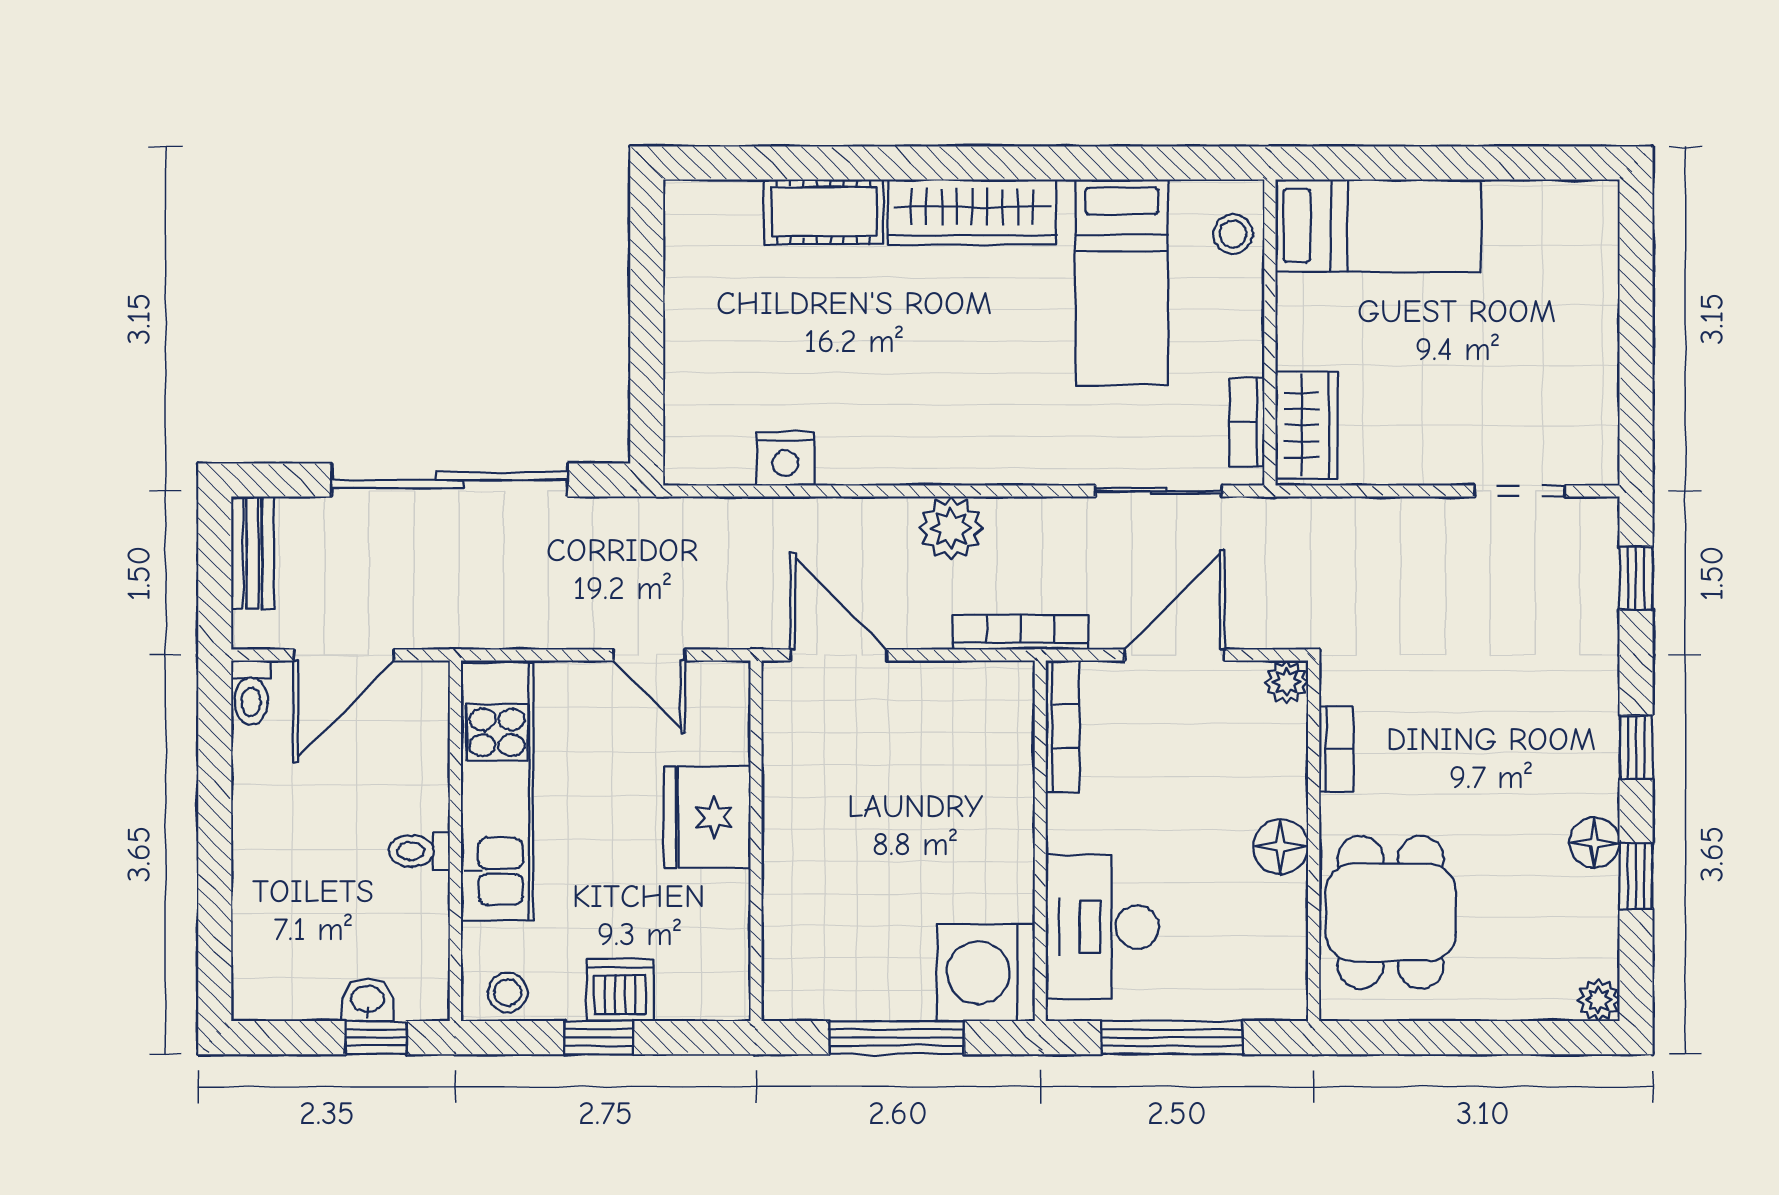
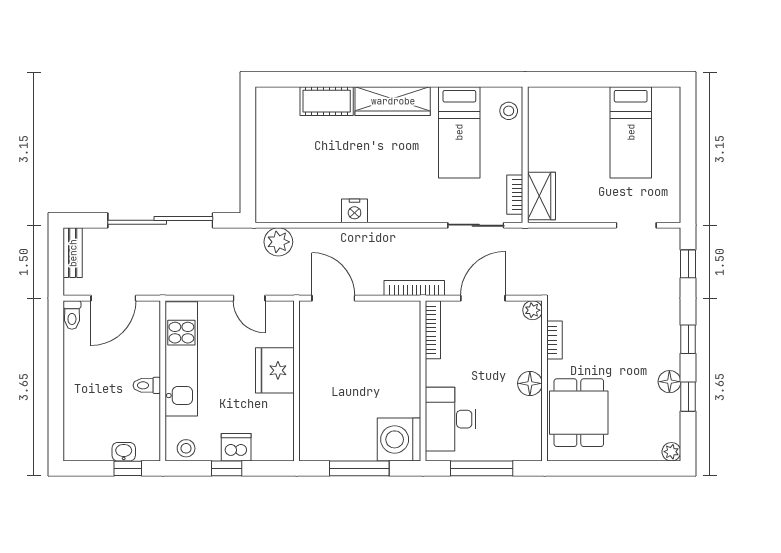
bed: (1378, 226) -> (631, 132), moved, turned 90
nightstand: (785, 459) -> (355, 211), moved
plant: (951, 528) -> (278, 242), moved

